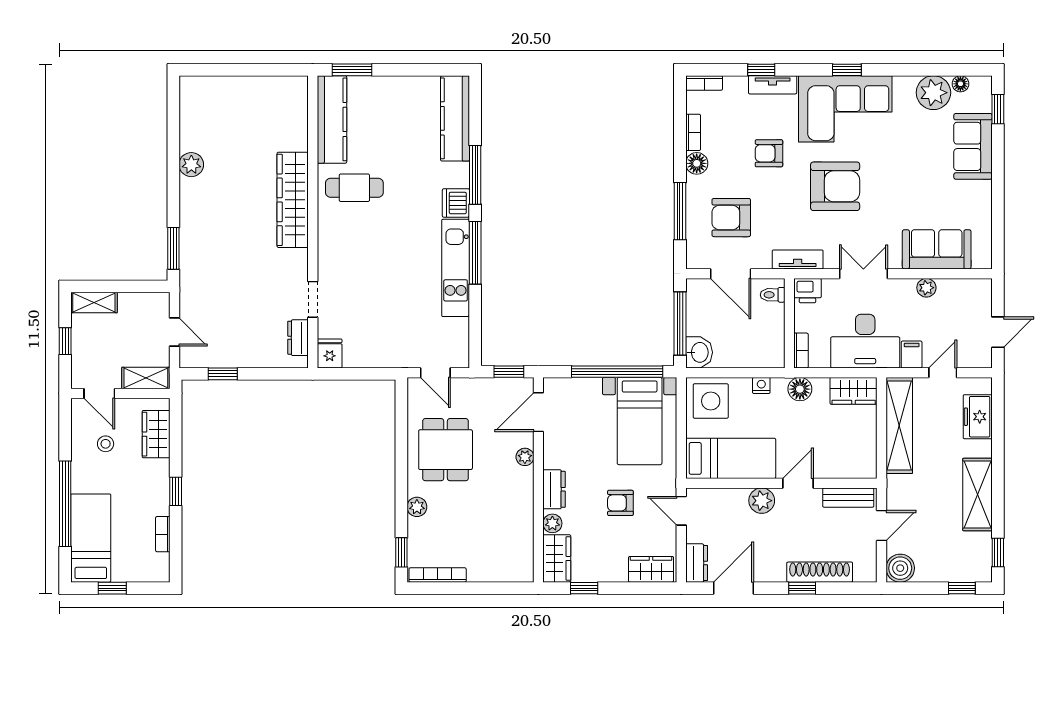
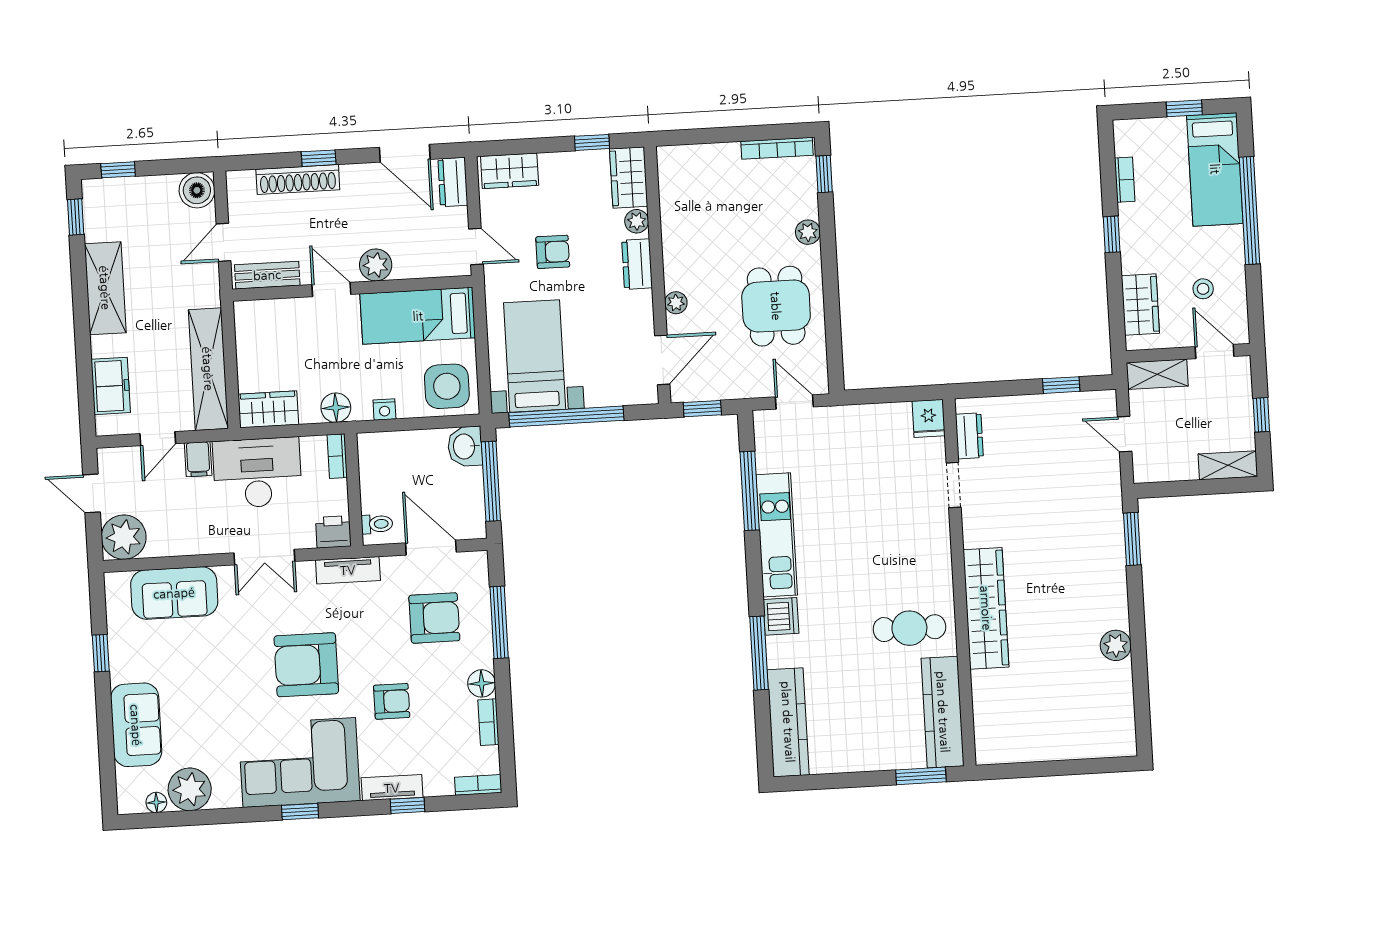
window: (998, 109) -> (101, 653), moved
window: (475, 253) -> (750, 491), moved
plant: (926, 288) -> (124, 537), moved, width x1.88, depth x1.88
door: (998, 332) -> (92, 493), hinge flipped
door: (798, 483) -> (331, 289), swing flipped
door: (733, 588) -> (405, 153), hinge flipped

